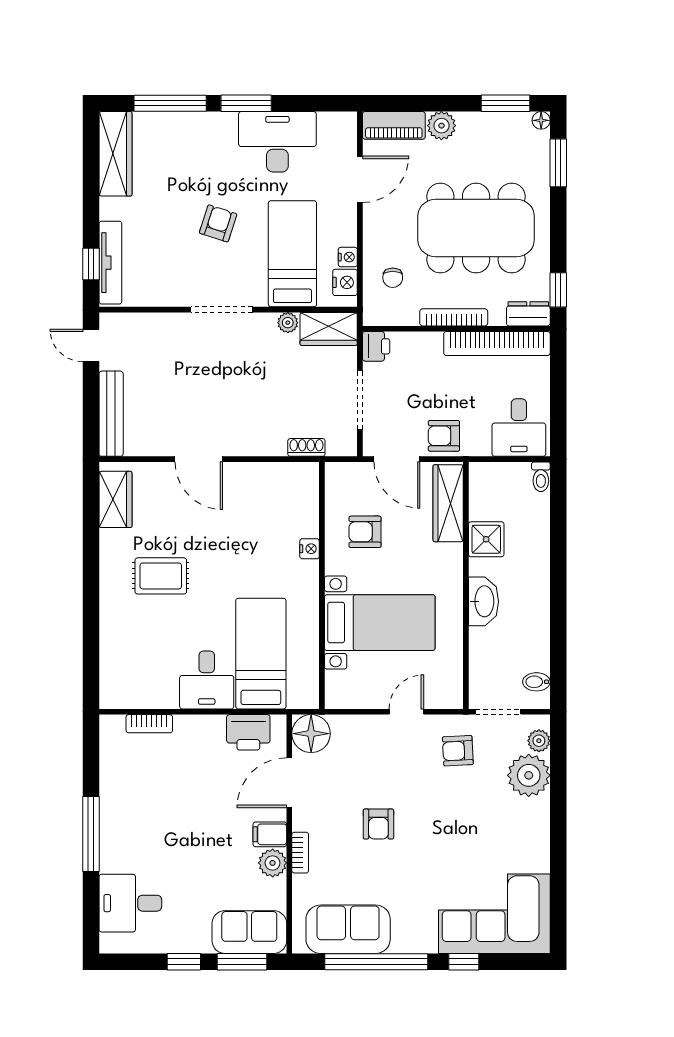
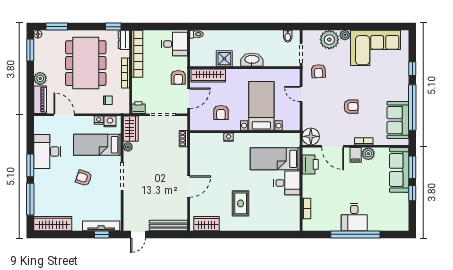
plant: (539, 741) -> (345, 35), moved
window: (91, 834) -> (355, 234), width x1.46
desk: (130, 903) -> (354, 217), moved
corner sofa: (494, 914) -> (376, 48), moved, turned -90
sofa: (249, 932) -> (399, 170), width x1.36

